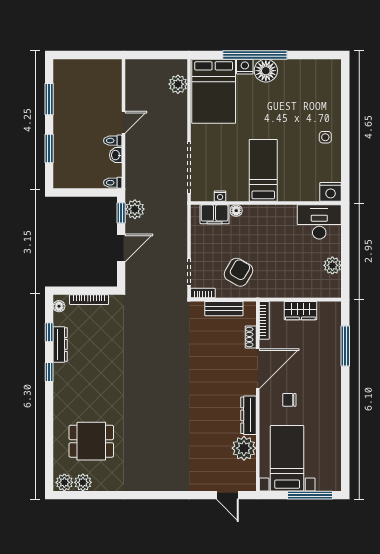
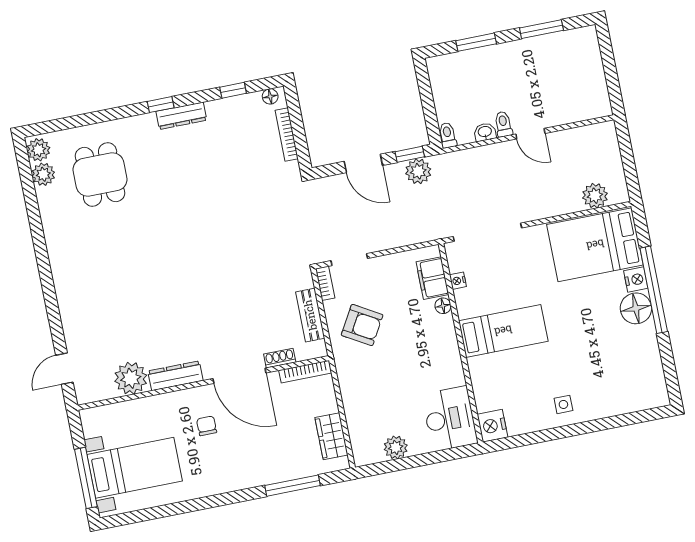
wardrobe: (300, 311) -> (331, 436), moved
dresser: (60, 344) -> (181, 116), moved
window: (49, 372) -> (161, 105), moved
bed with nightstands: (287, 458) -> (135, 468), moved

